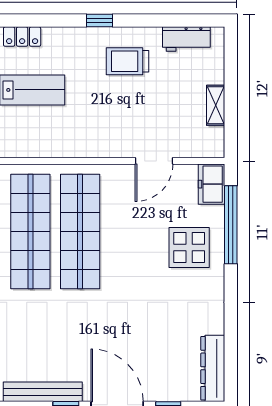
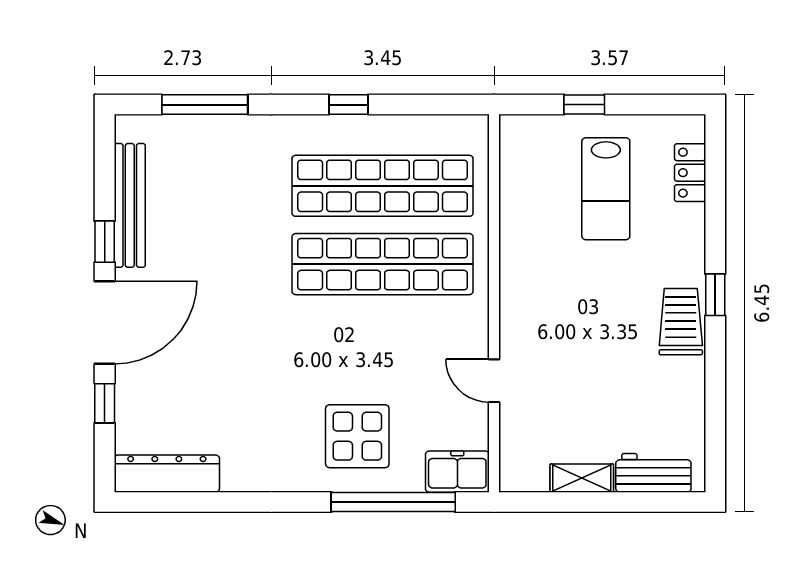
workbench: (186, 39) -> (653, 473), moved, turned 90
trolley: (128, 61) -> (681, 322), moved
door: (154, 161) -> (494, 381), width x0.73

